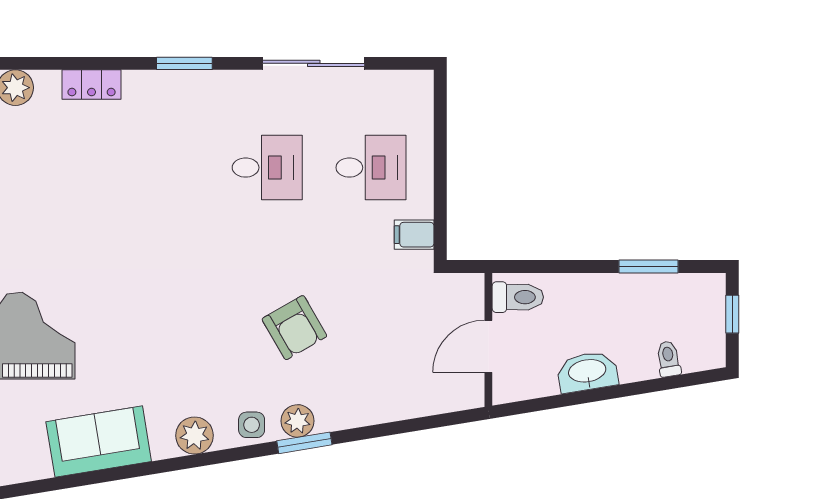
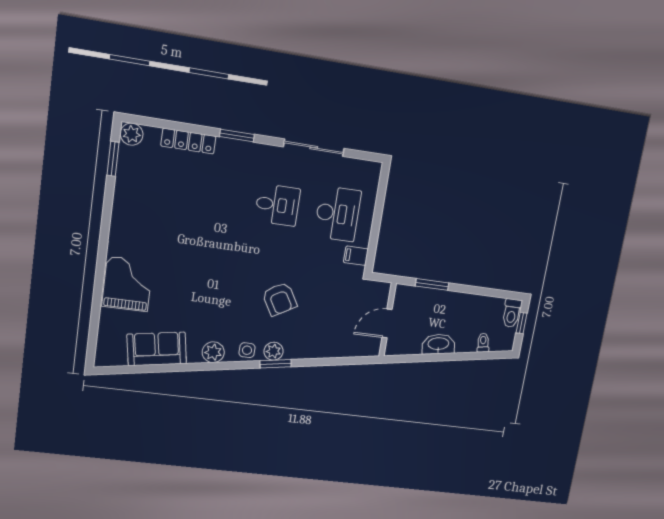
locker: (92, 85) -> (188, 141), width x1.53
desk: (371, 168) -> (338, 214), width x1.37
window: (649, 267) -> (432, 284), moved
toilet: (518, 297) -> (512, 313), moved, turned 90

